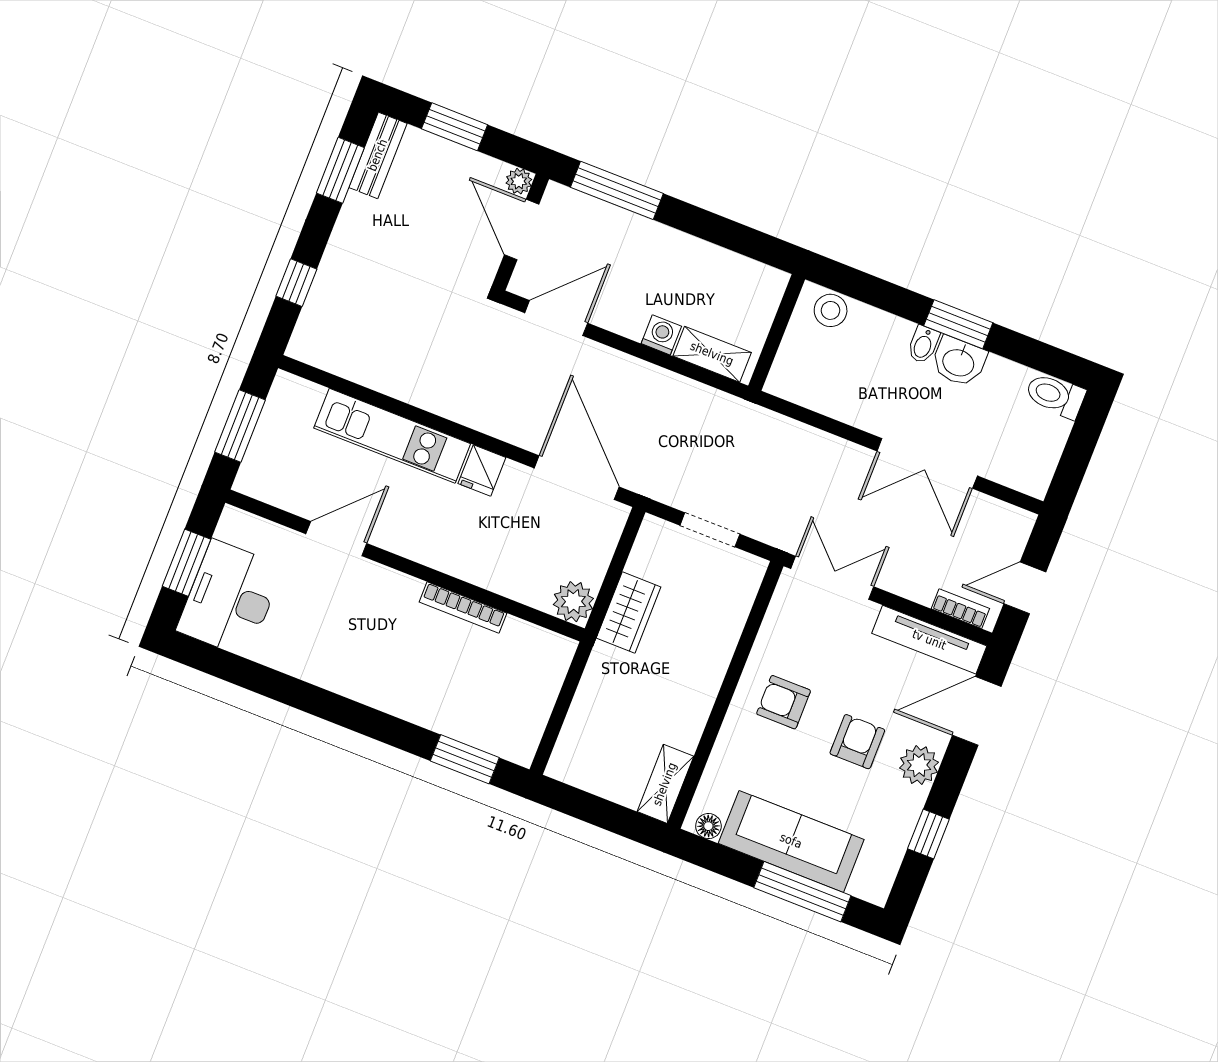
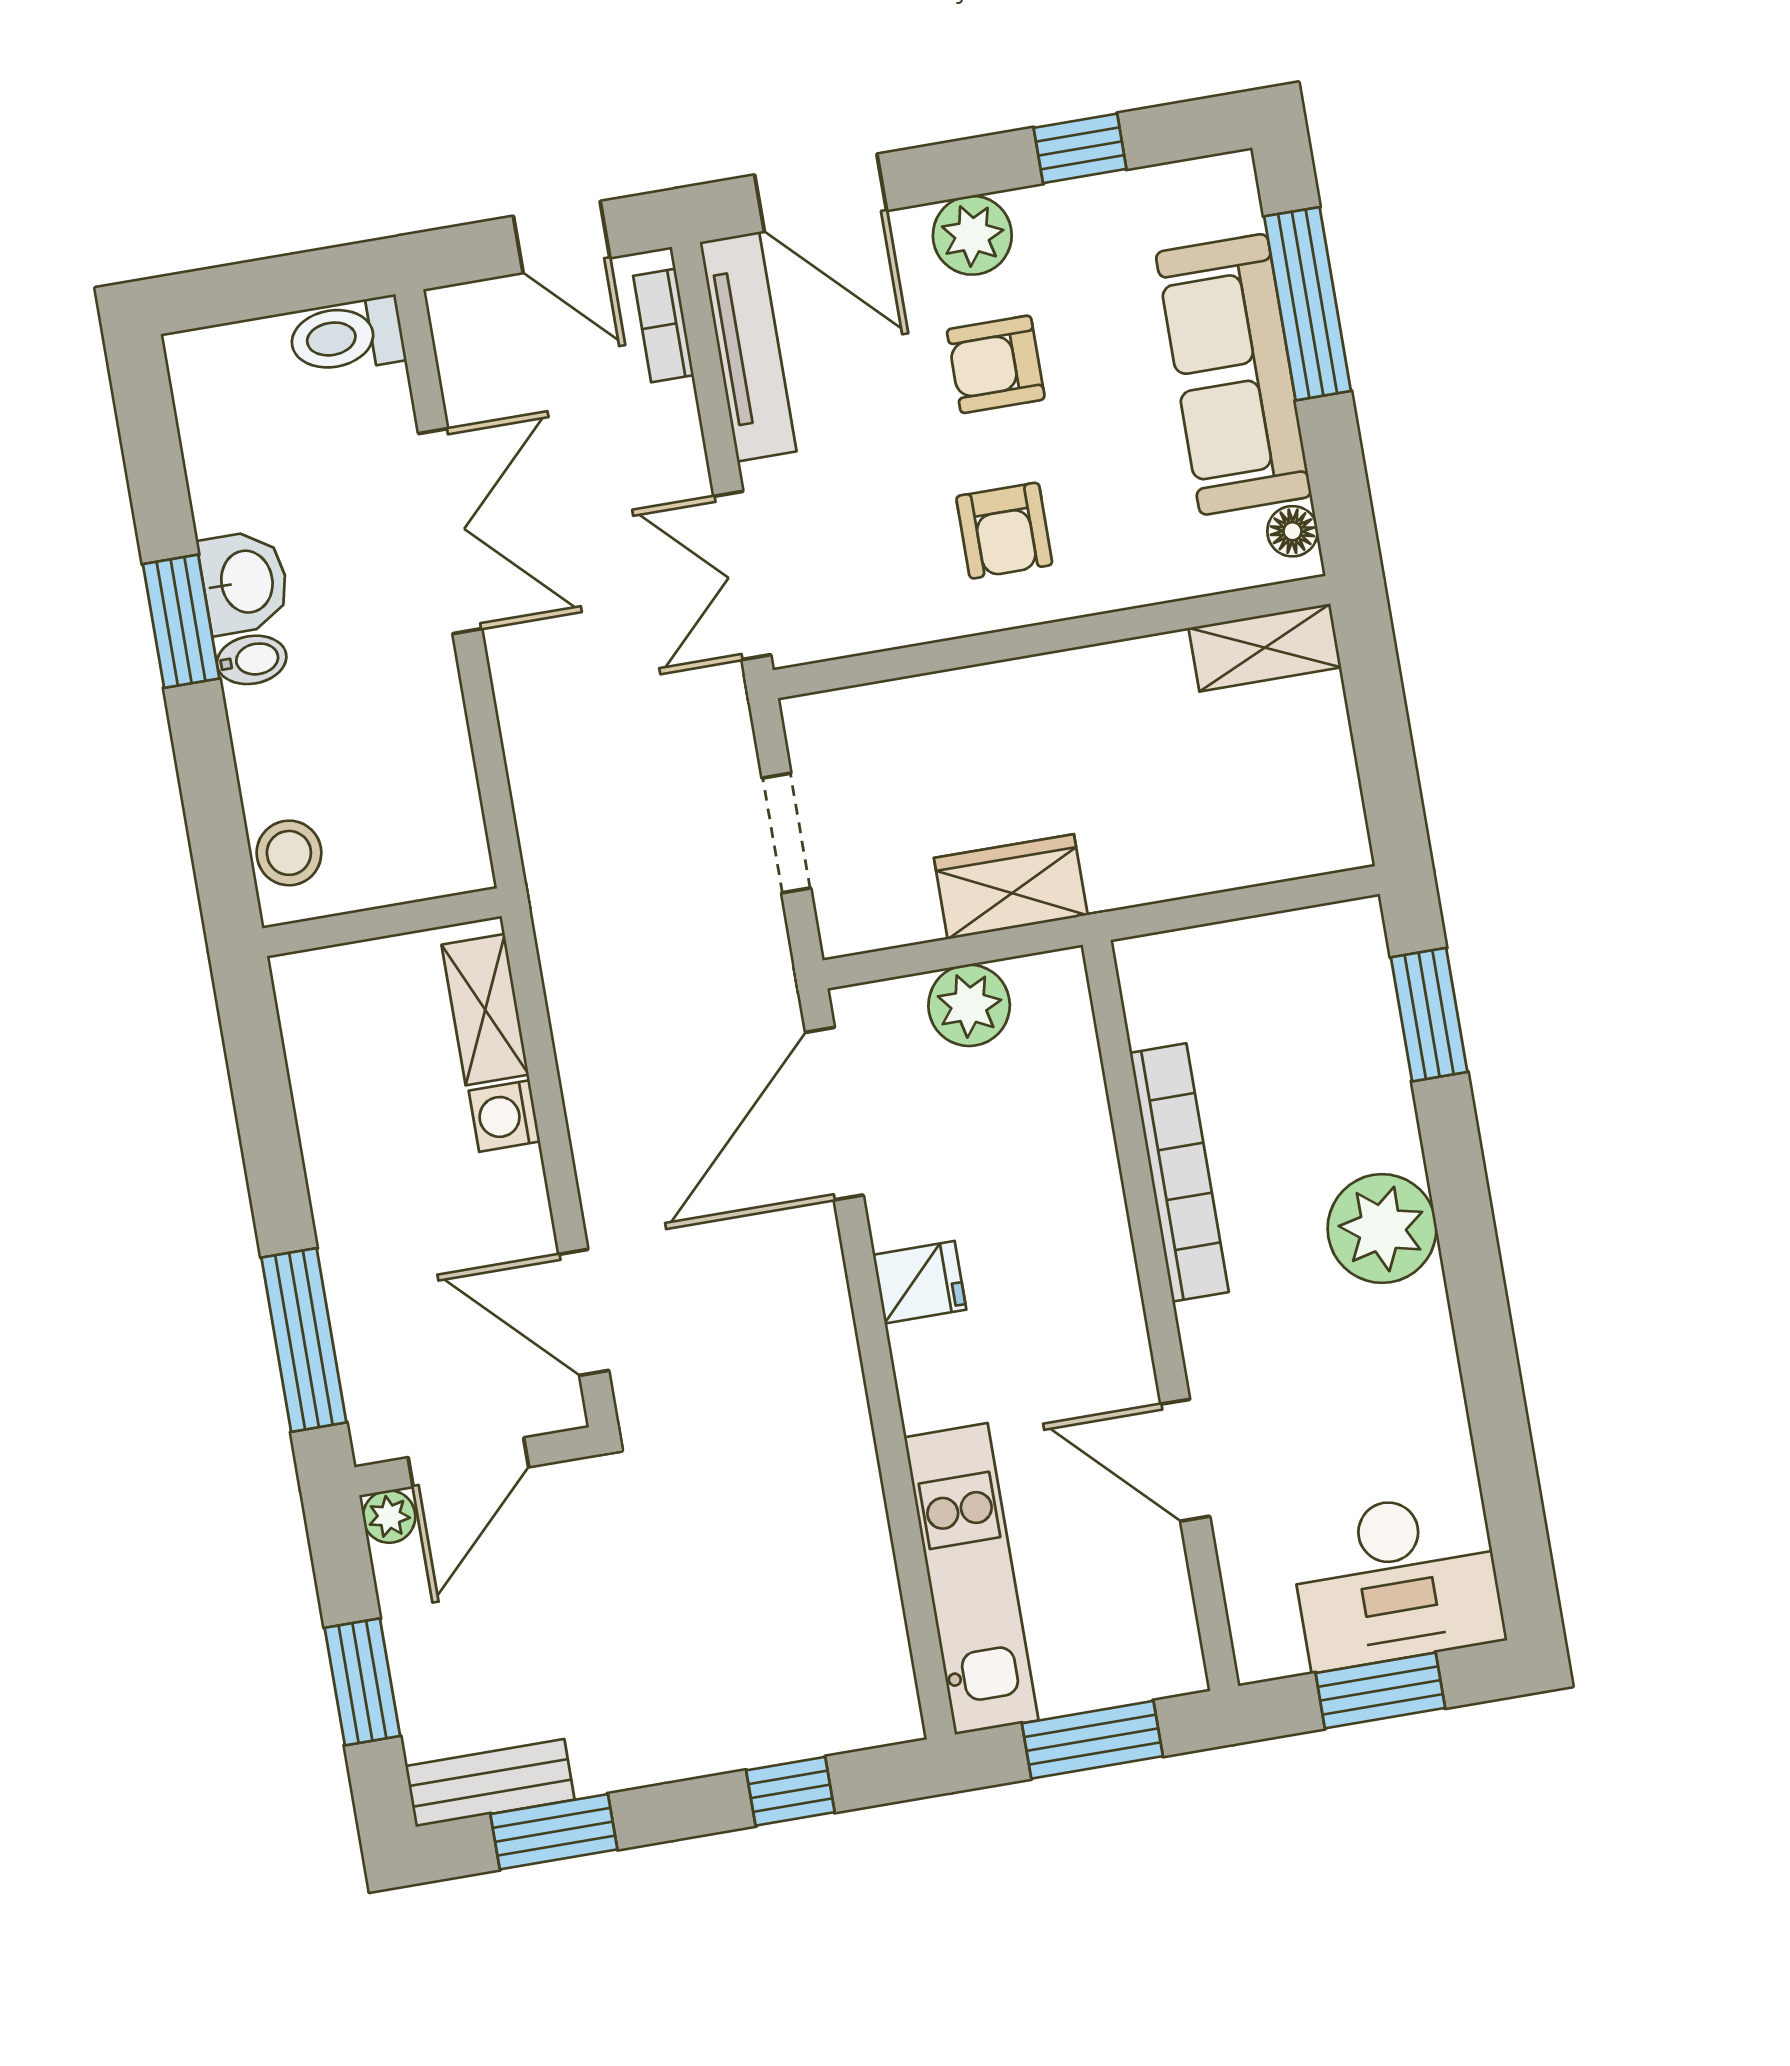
toilet: (1055, 395) -> (347, 336), moved, turned 90
kitchen unit: (392, 436) -> (971, 1579), moved
plant: (573, 602) -> (969, 1005), moved
bookcase: (463, 608) -> (1179, 1172), width x1.48, depth x1.31
plant: (385, 684) -> (1382, 1228), added

